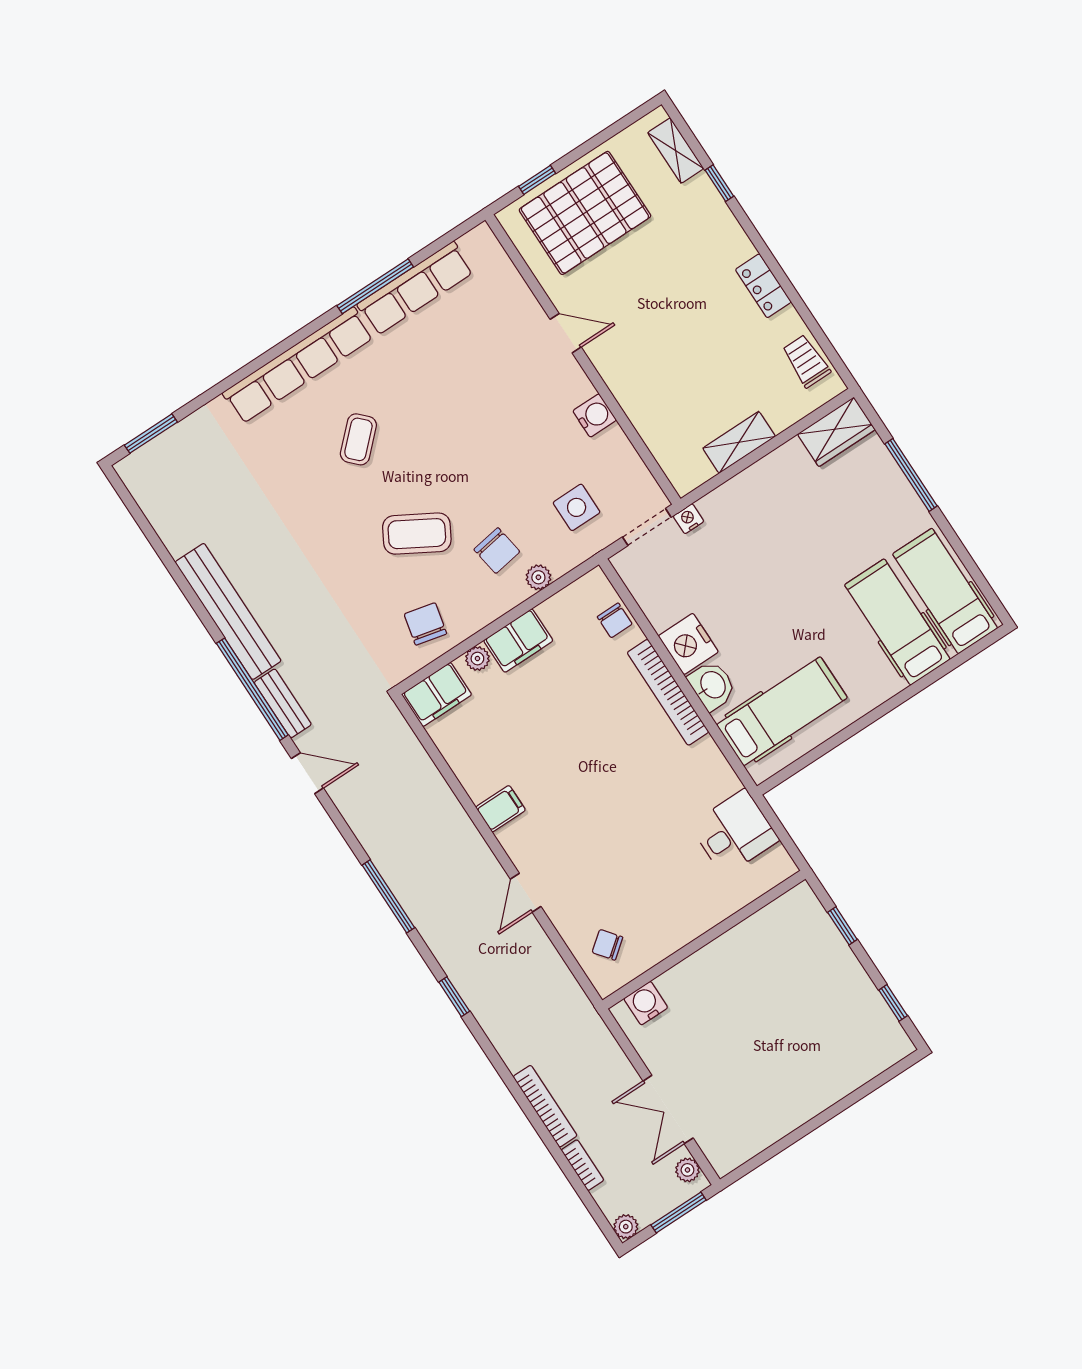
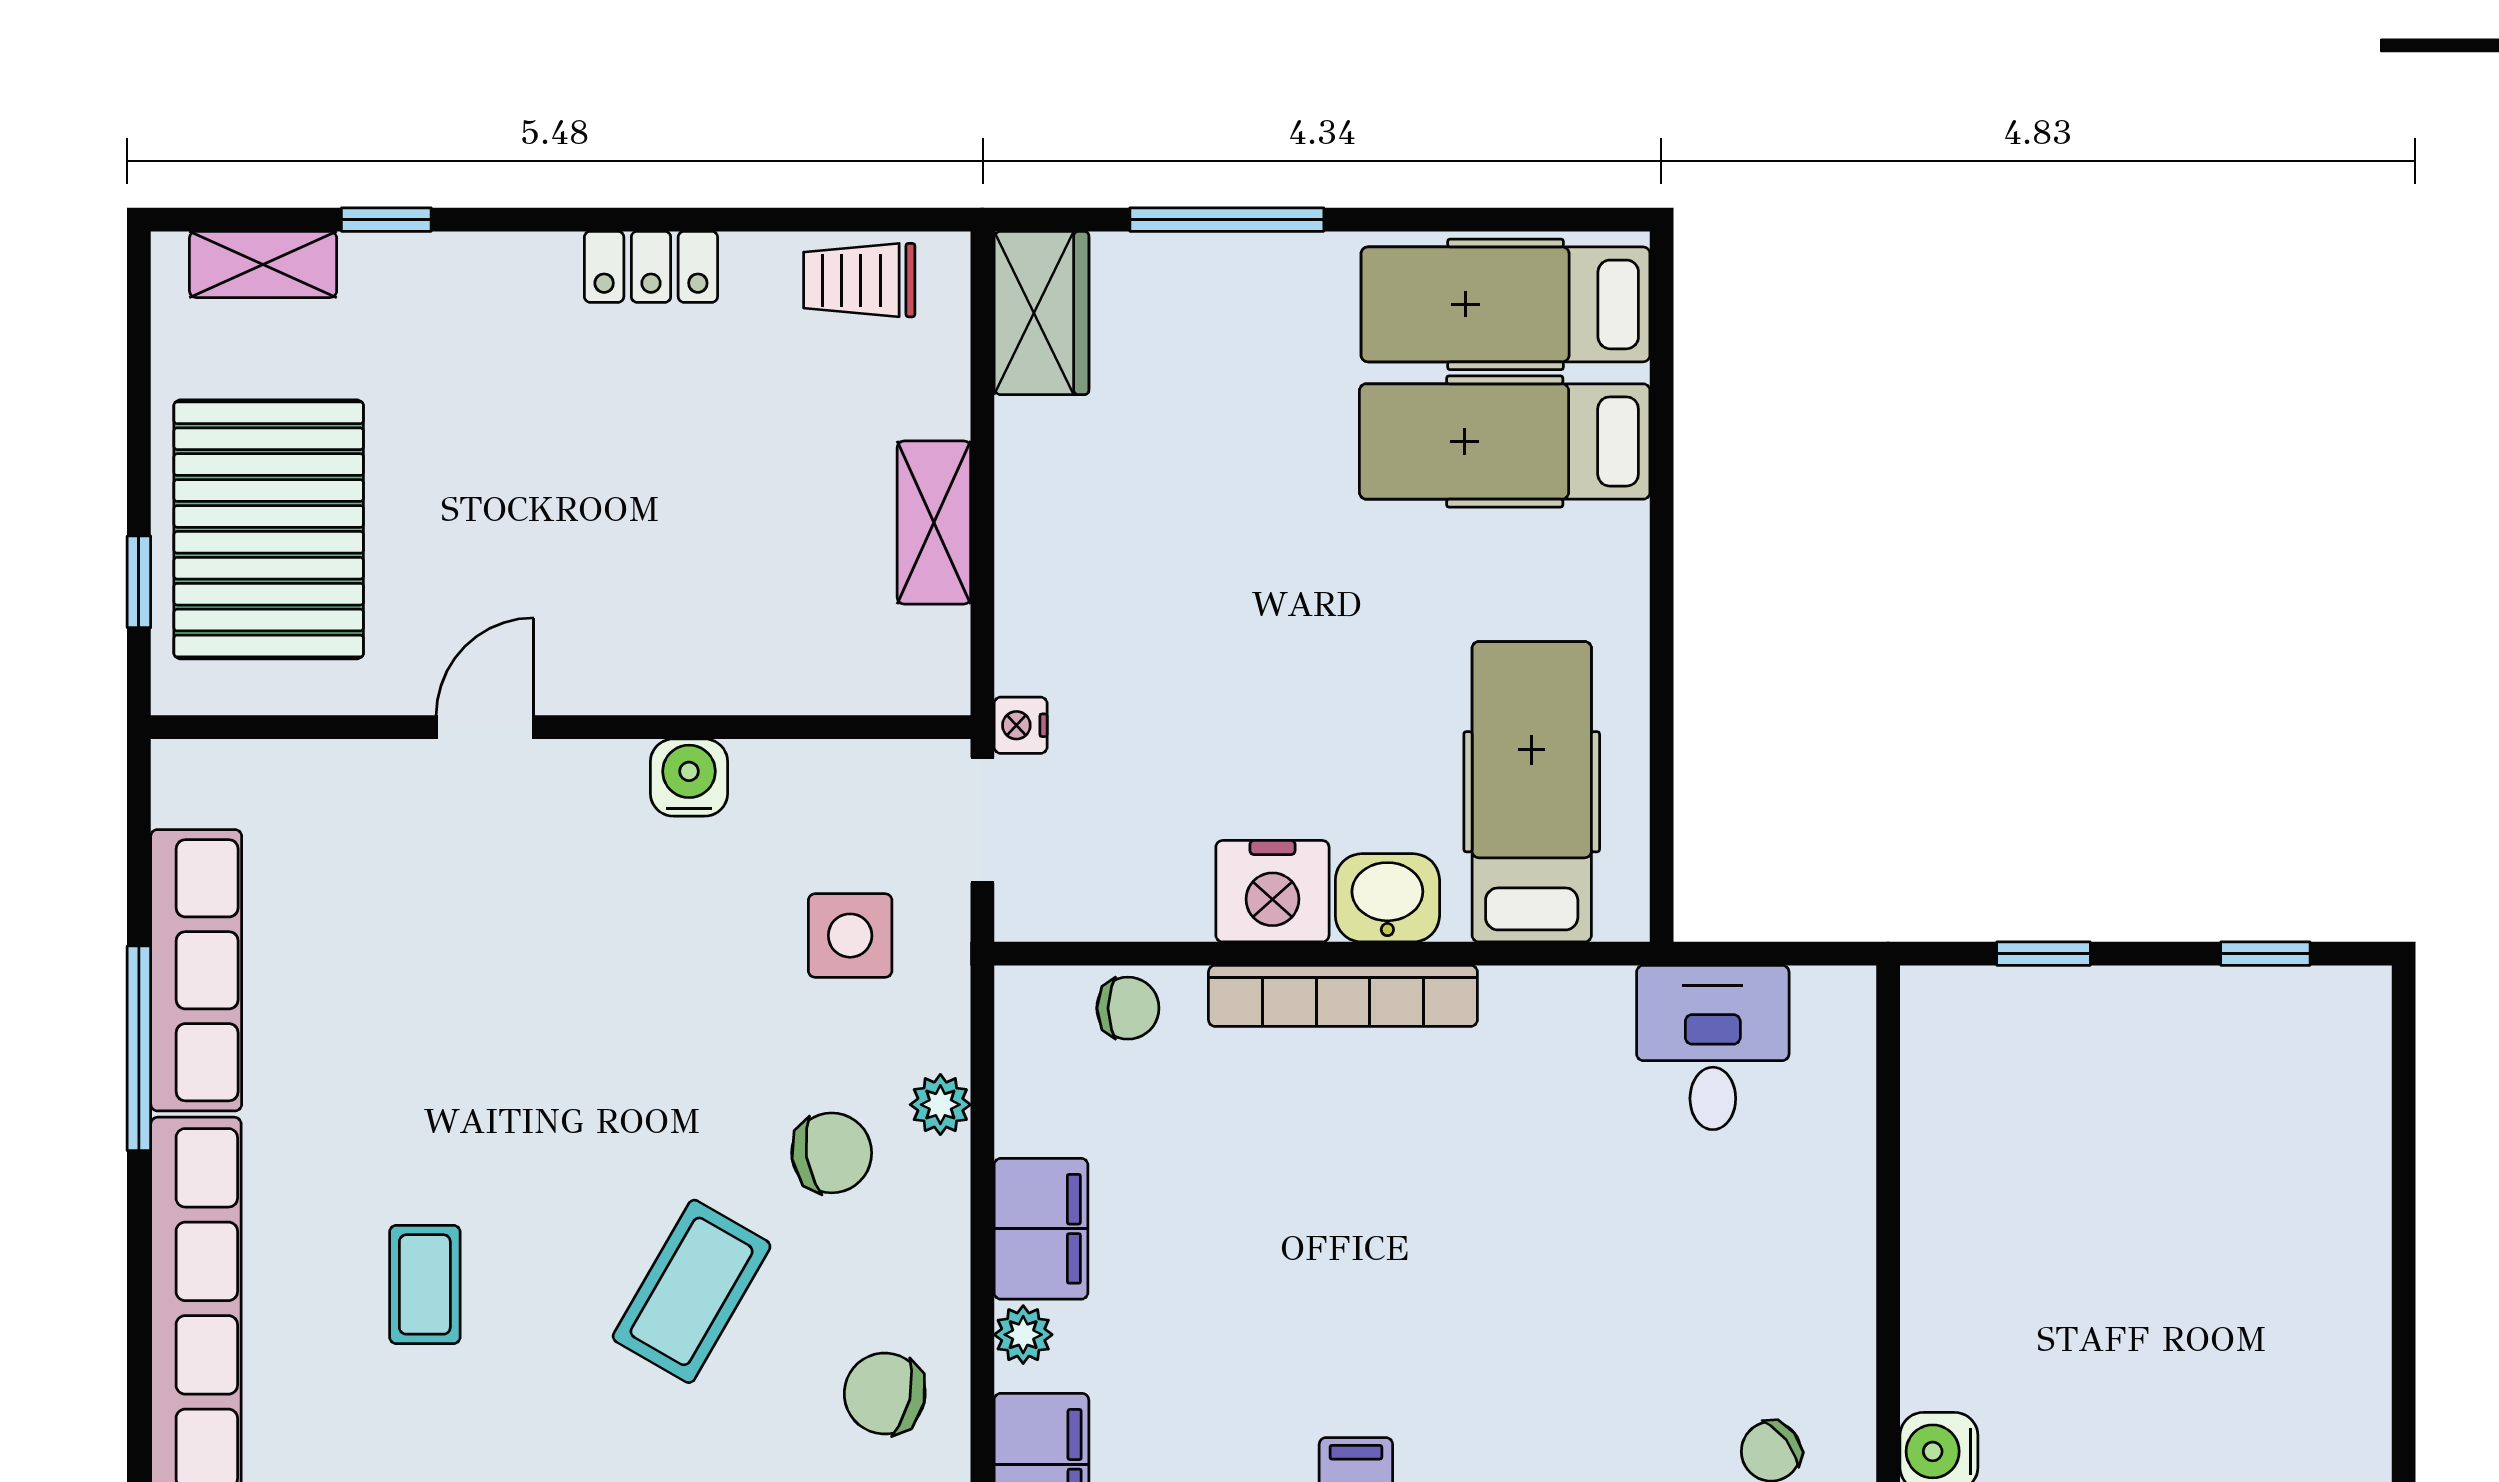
coffee table: (358, 439) -> (425, 1284), turned 44

